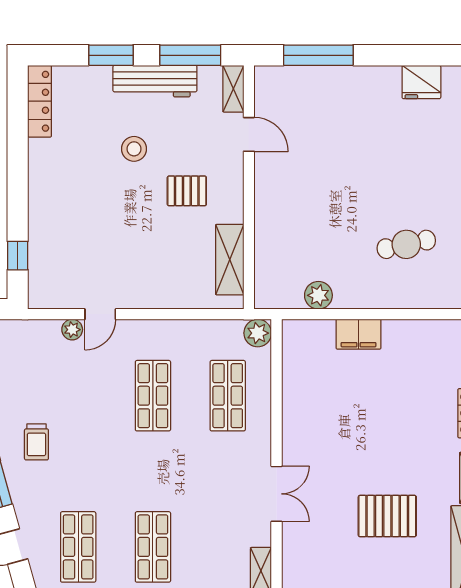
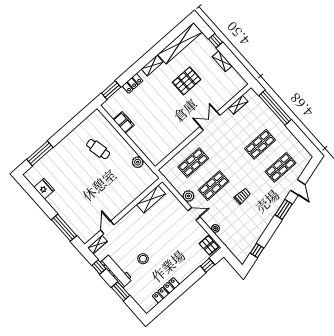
window: (190, 55) -> (99, 267), width x0.46
locker: (40, 101) -> (166, 290), moved
pallet: (187, 191) -> (209, 245), moved
door: (100, 314) -> (194, 214), moved
plant: (258, 333) -> (188, 196), moved
filing cabinet: (359, 334) -> (124, 122), moved
trolley: (36, 442) -> (242, 196), moved
pallet: (387, 516) -> (187, 81), turned 90

